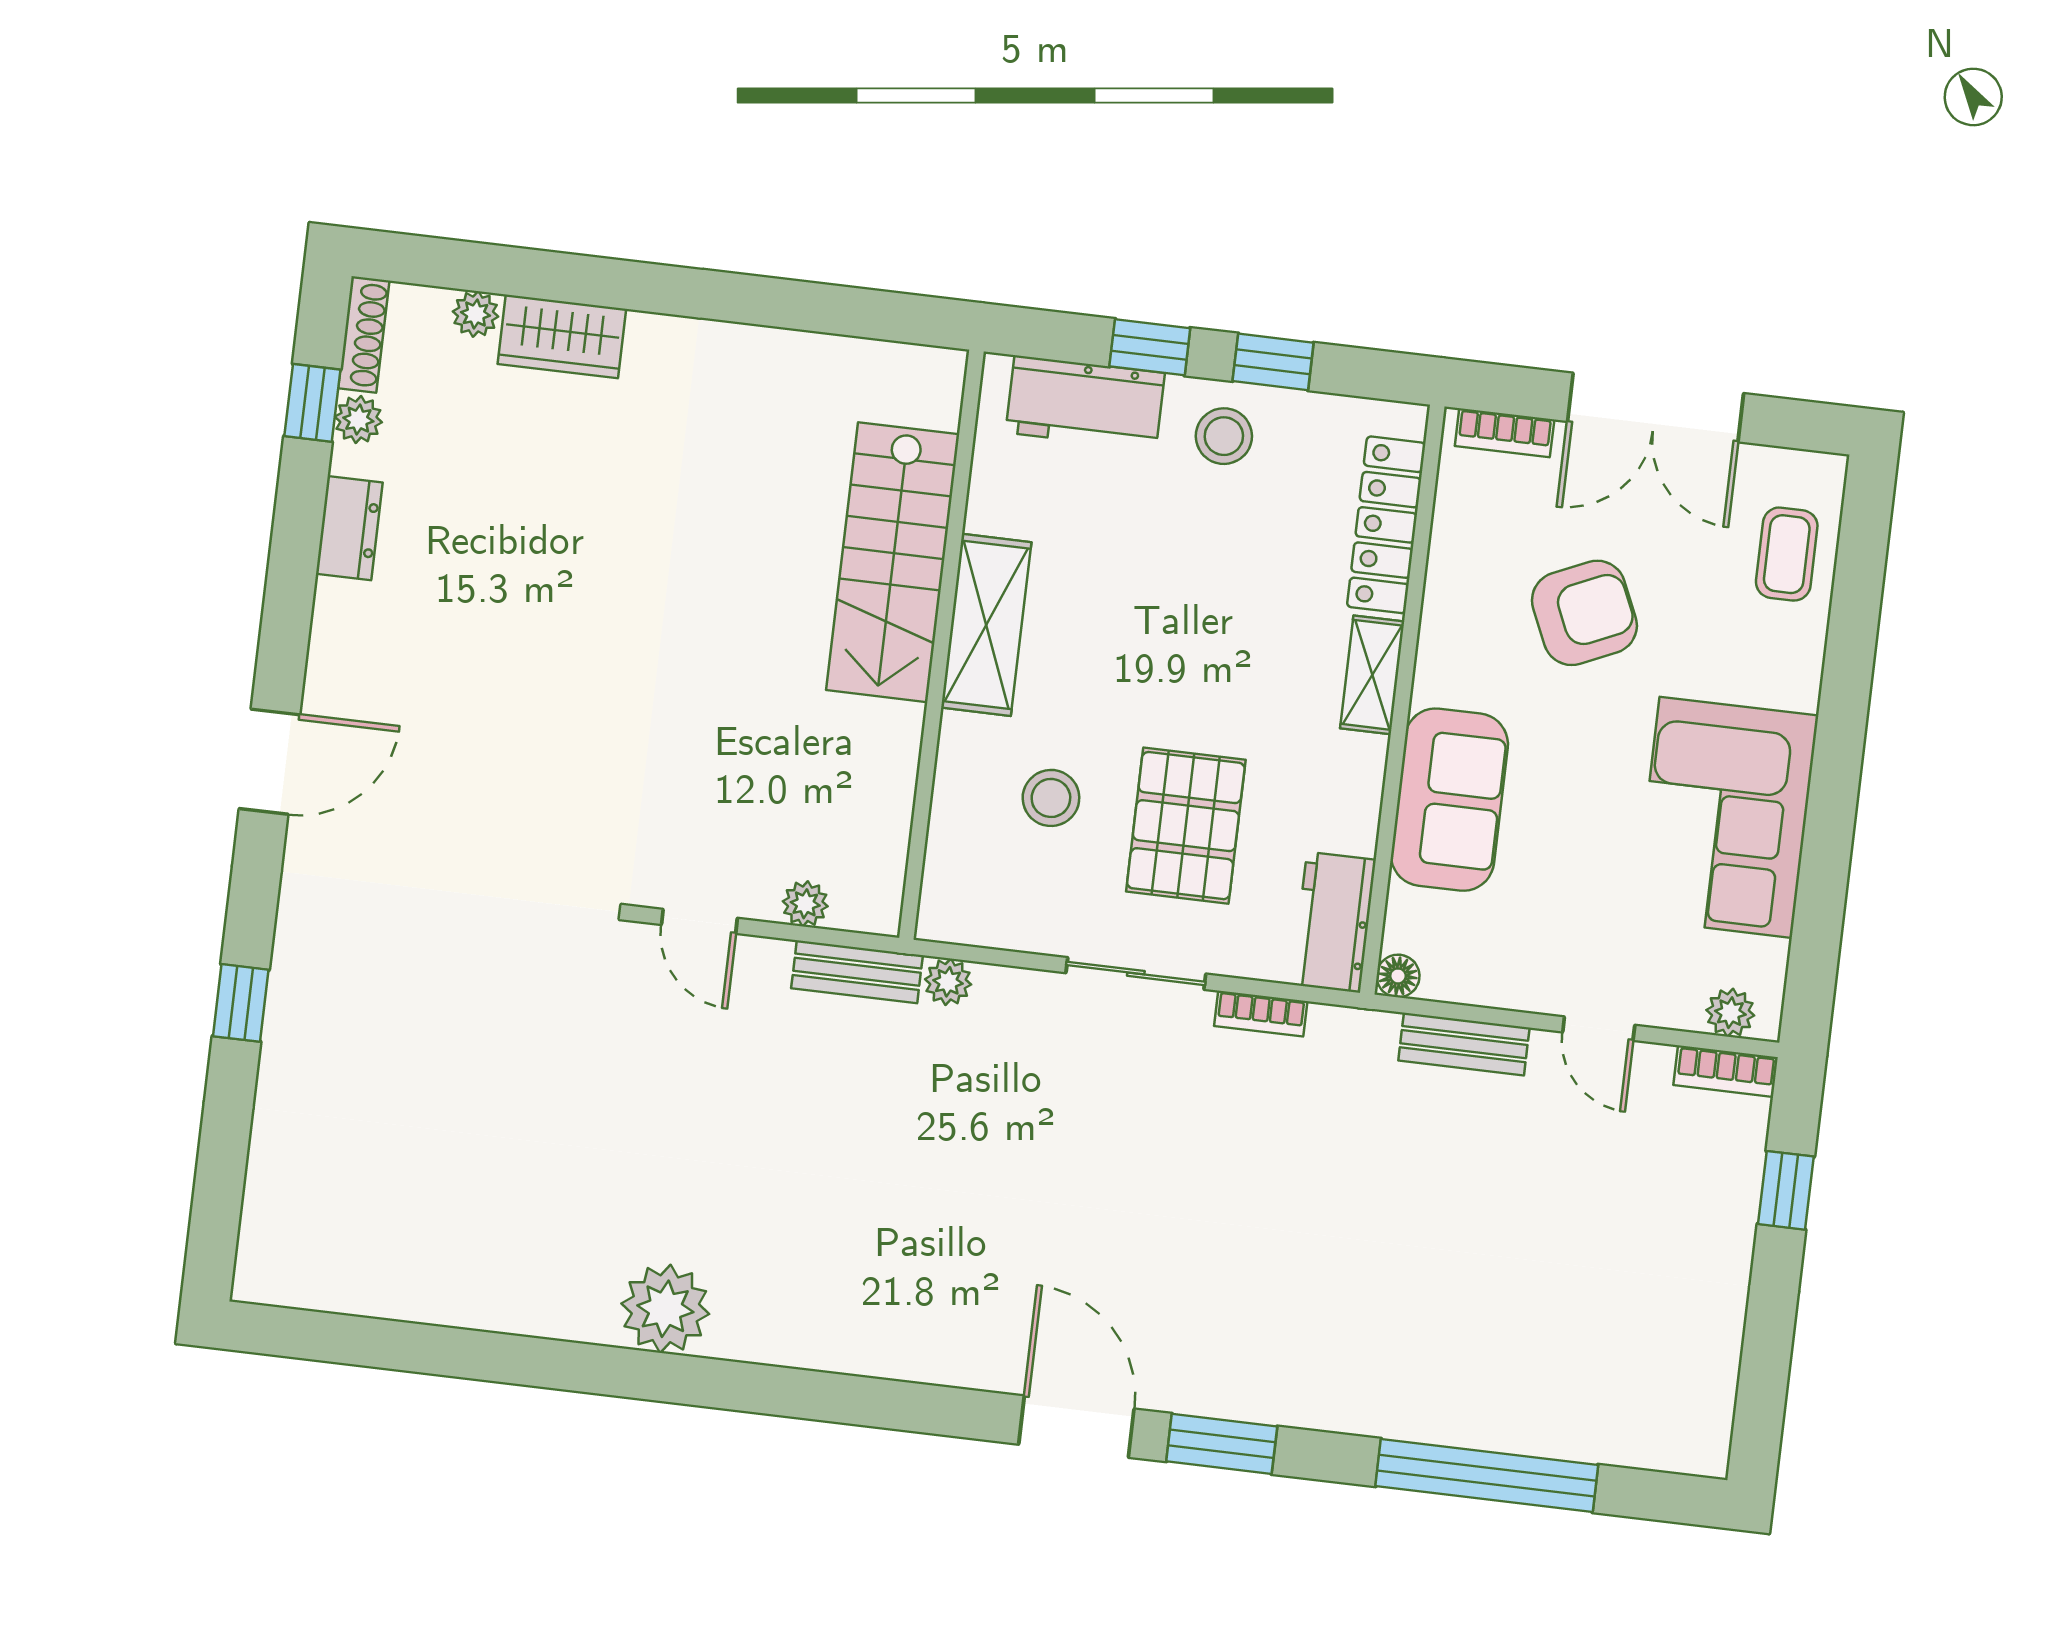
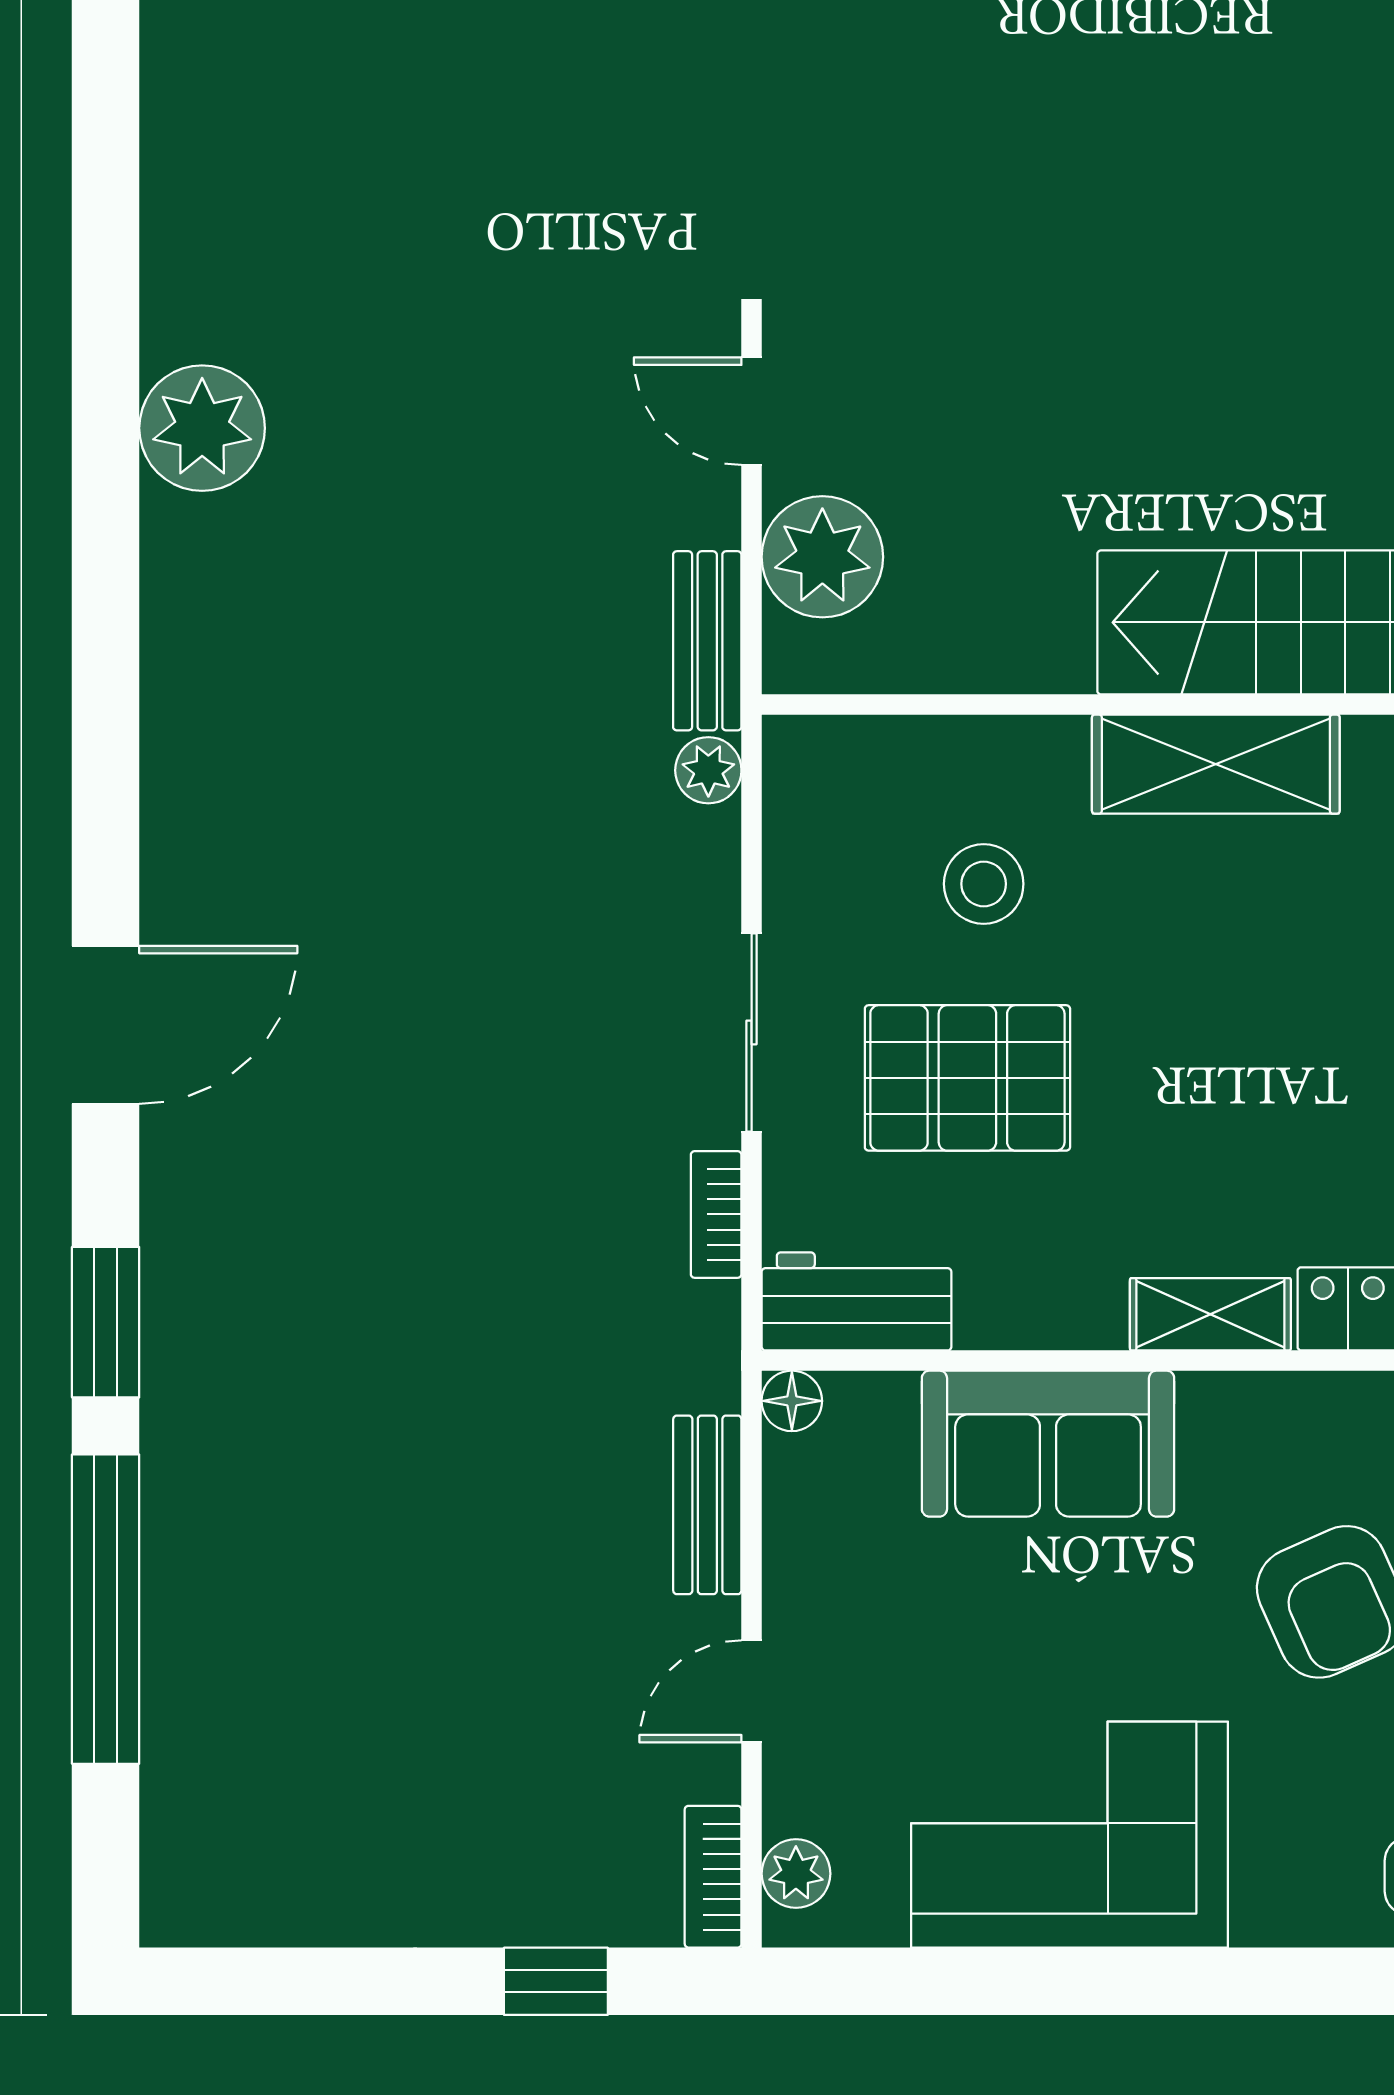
plant: (805, 904) -> (822, 557), width x1.87, depth x1.87
door: (699, 921) -> (752, 411), hinge flipped
window: (1222, 1444) -> (106, 1322), moved

